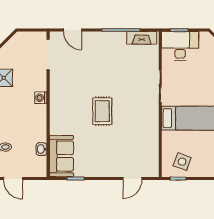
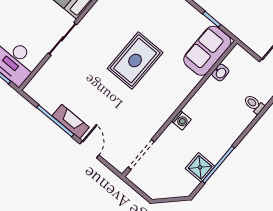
door: (73, 30) -> (89, 150), moved
fireplace: (142, 38) -> (71, 122), moved
rug: (102, 111) -> (135, 61), width x1.36, depth x1.43

